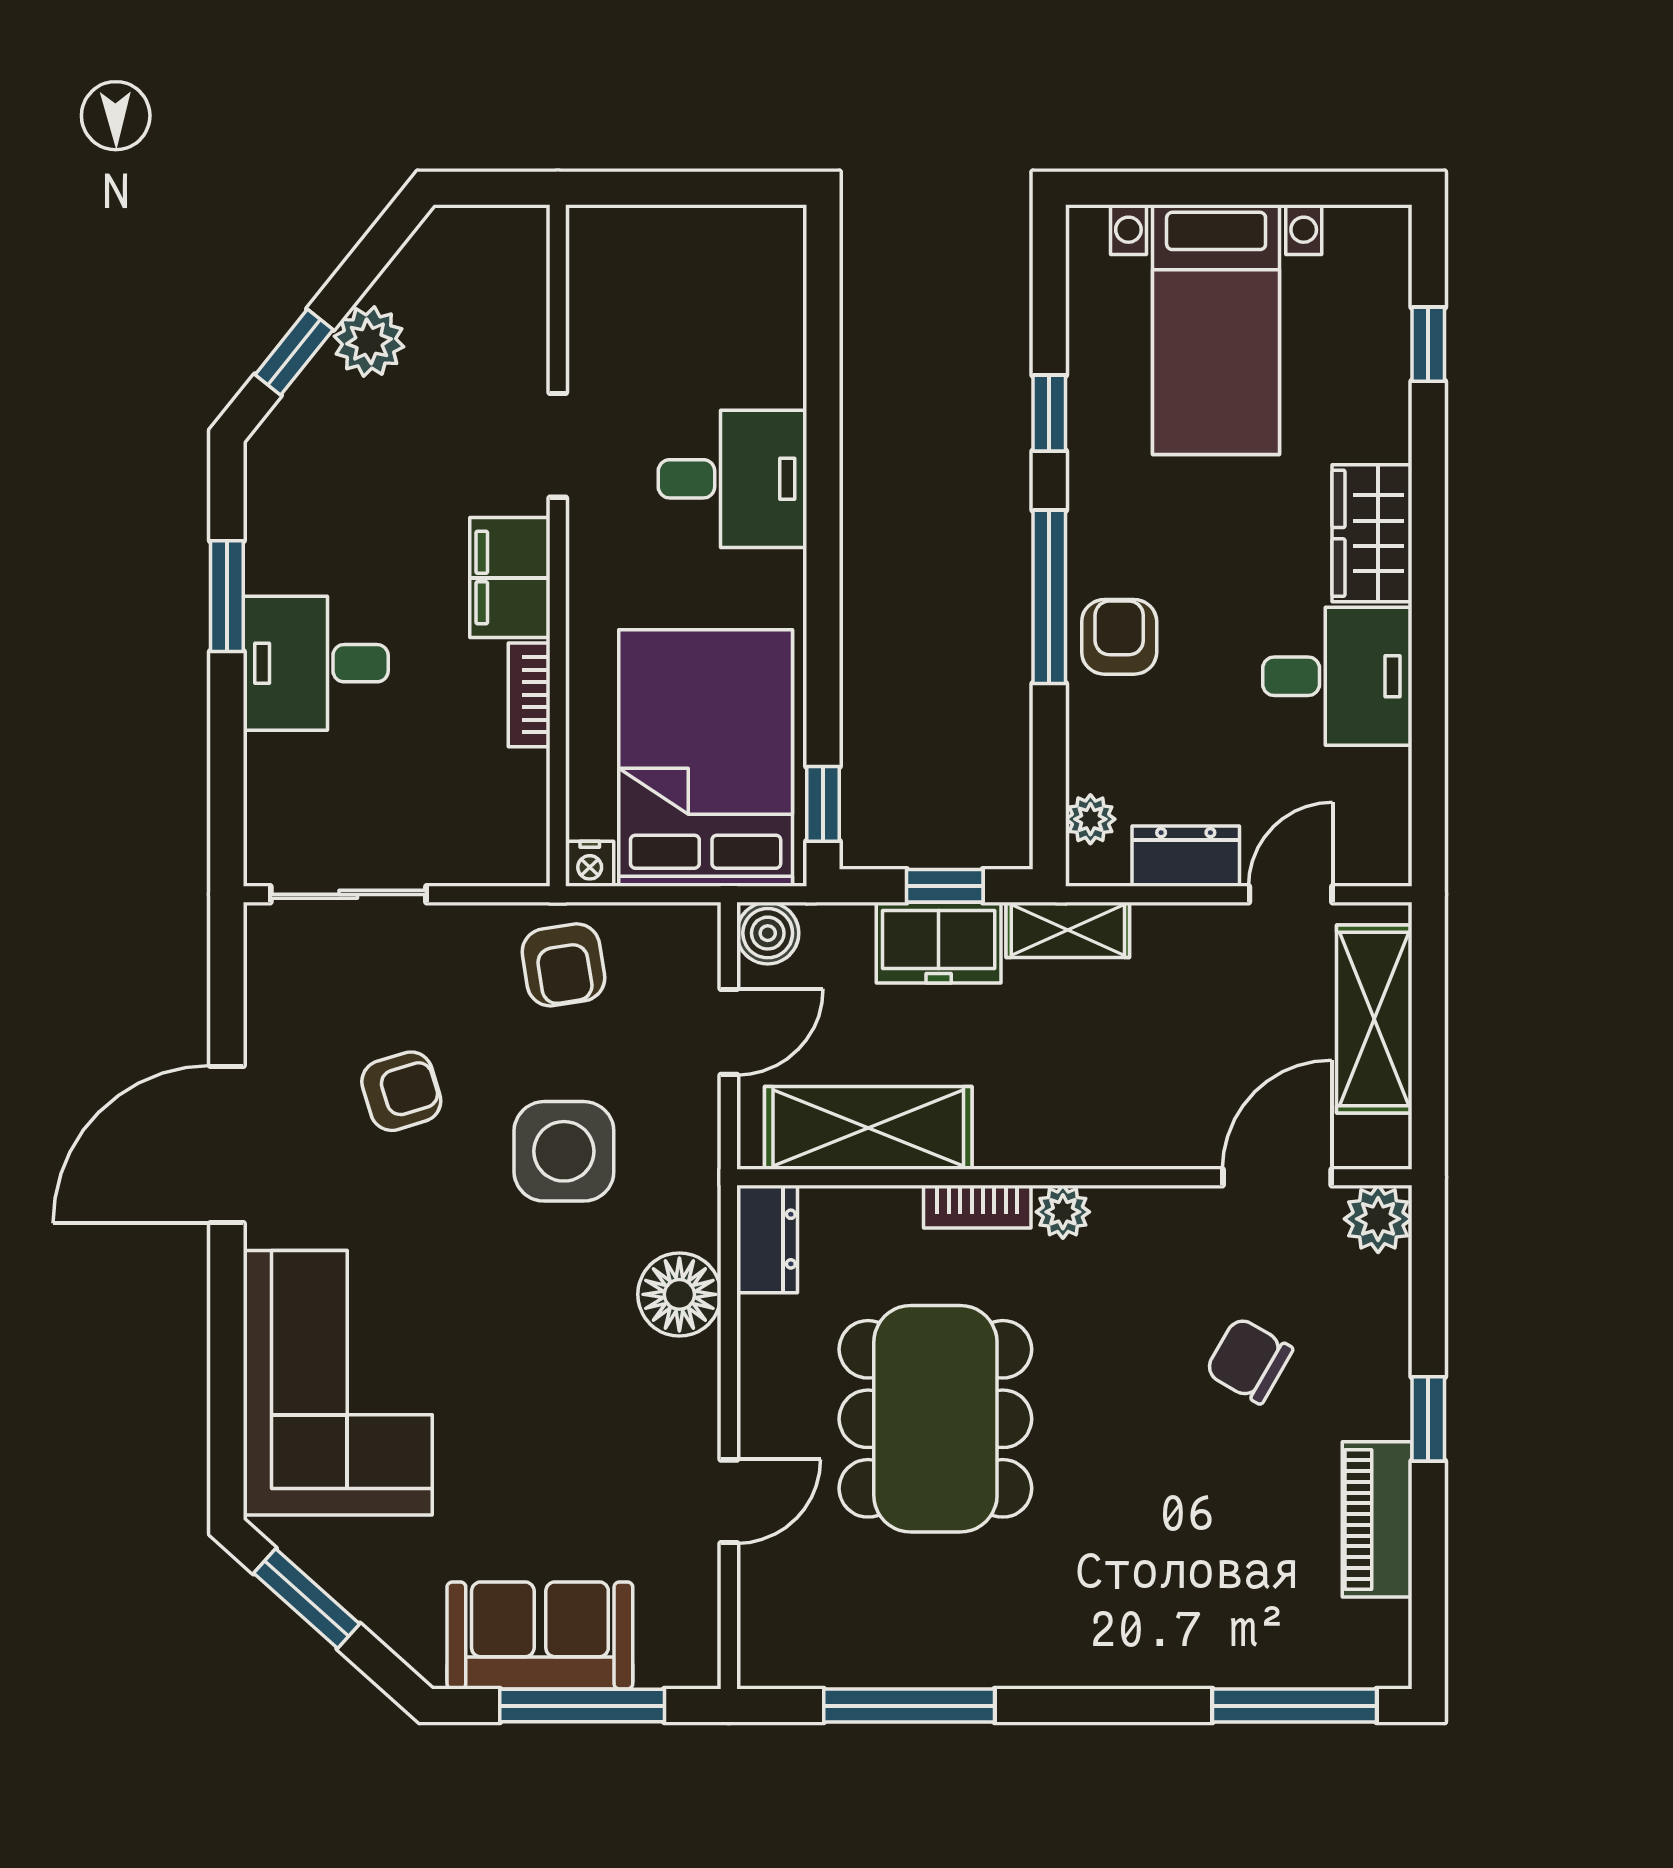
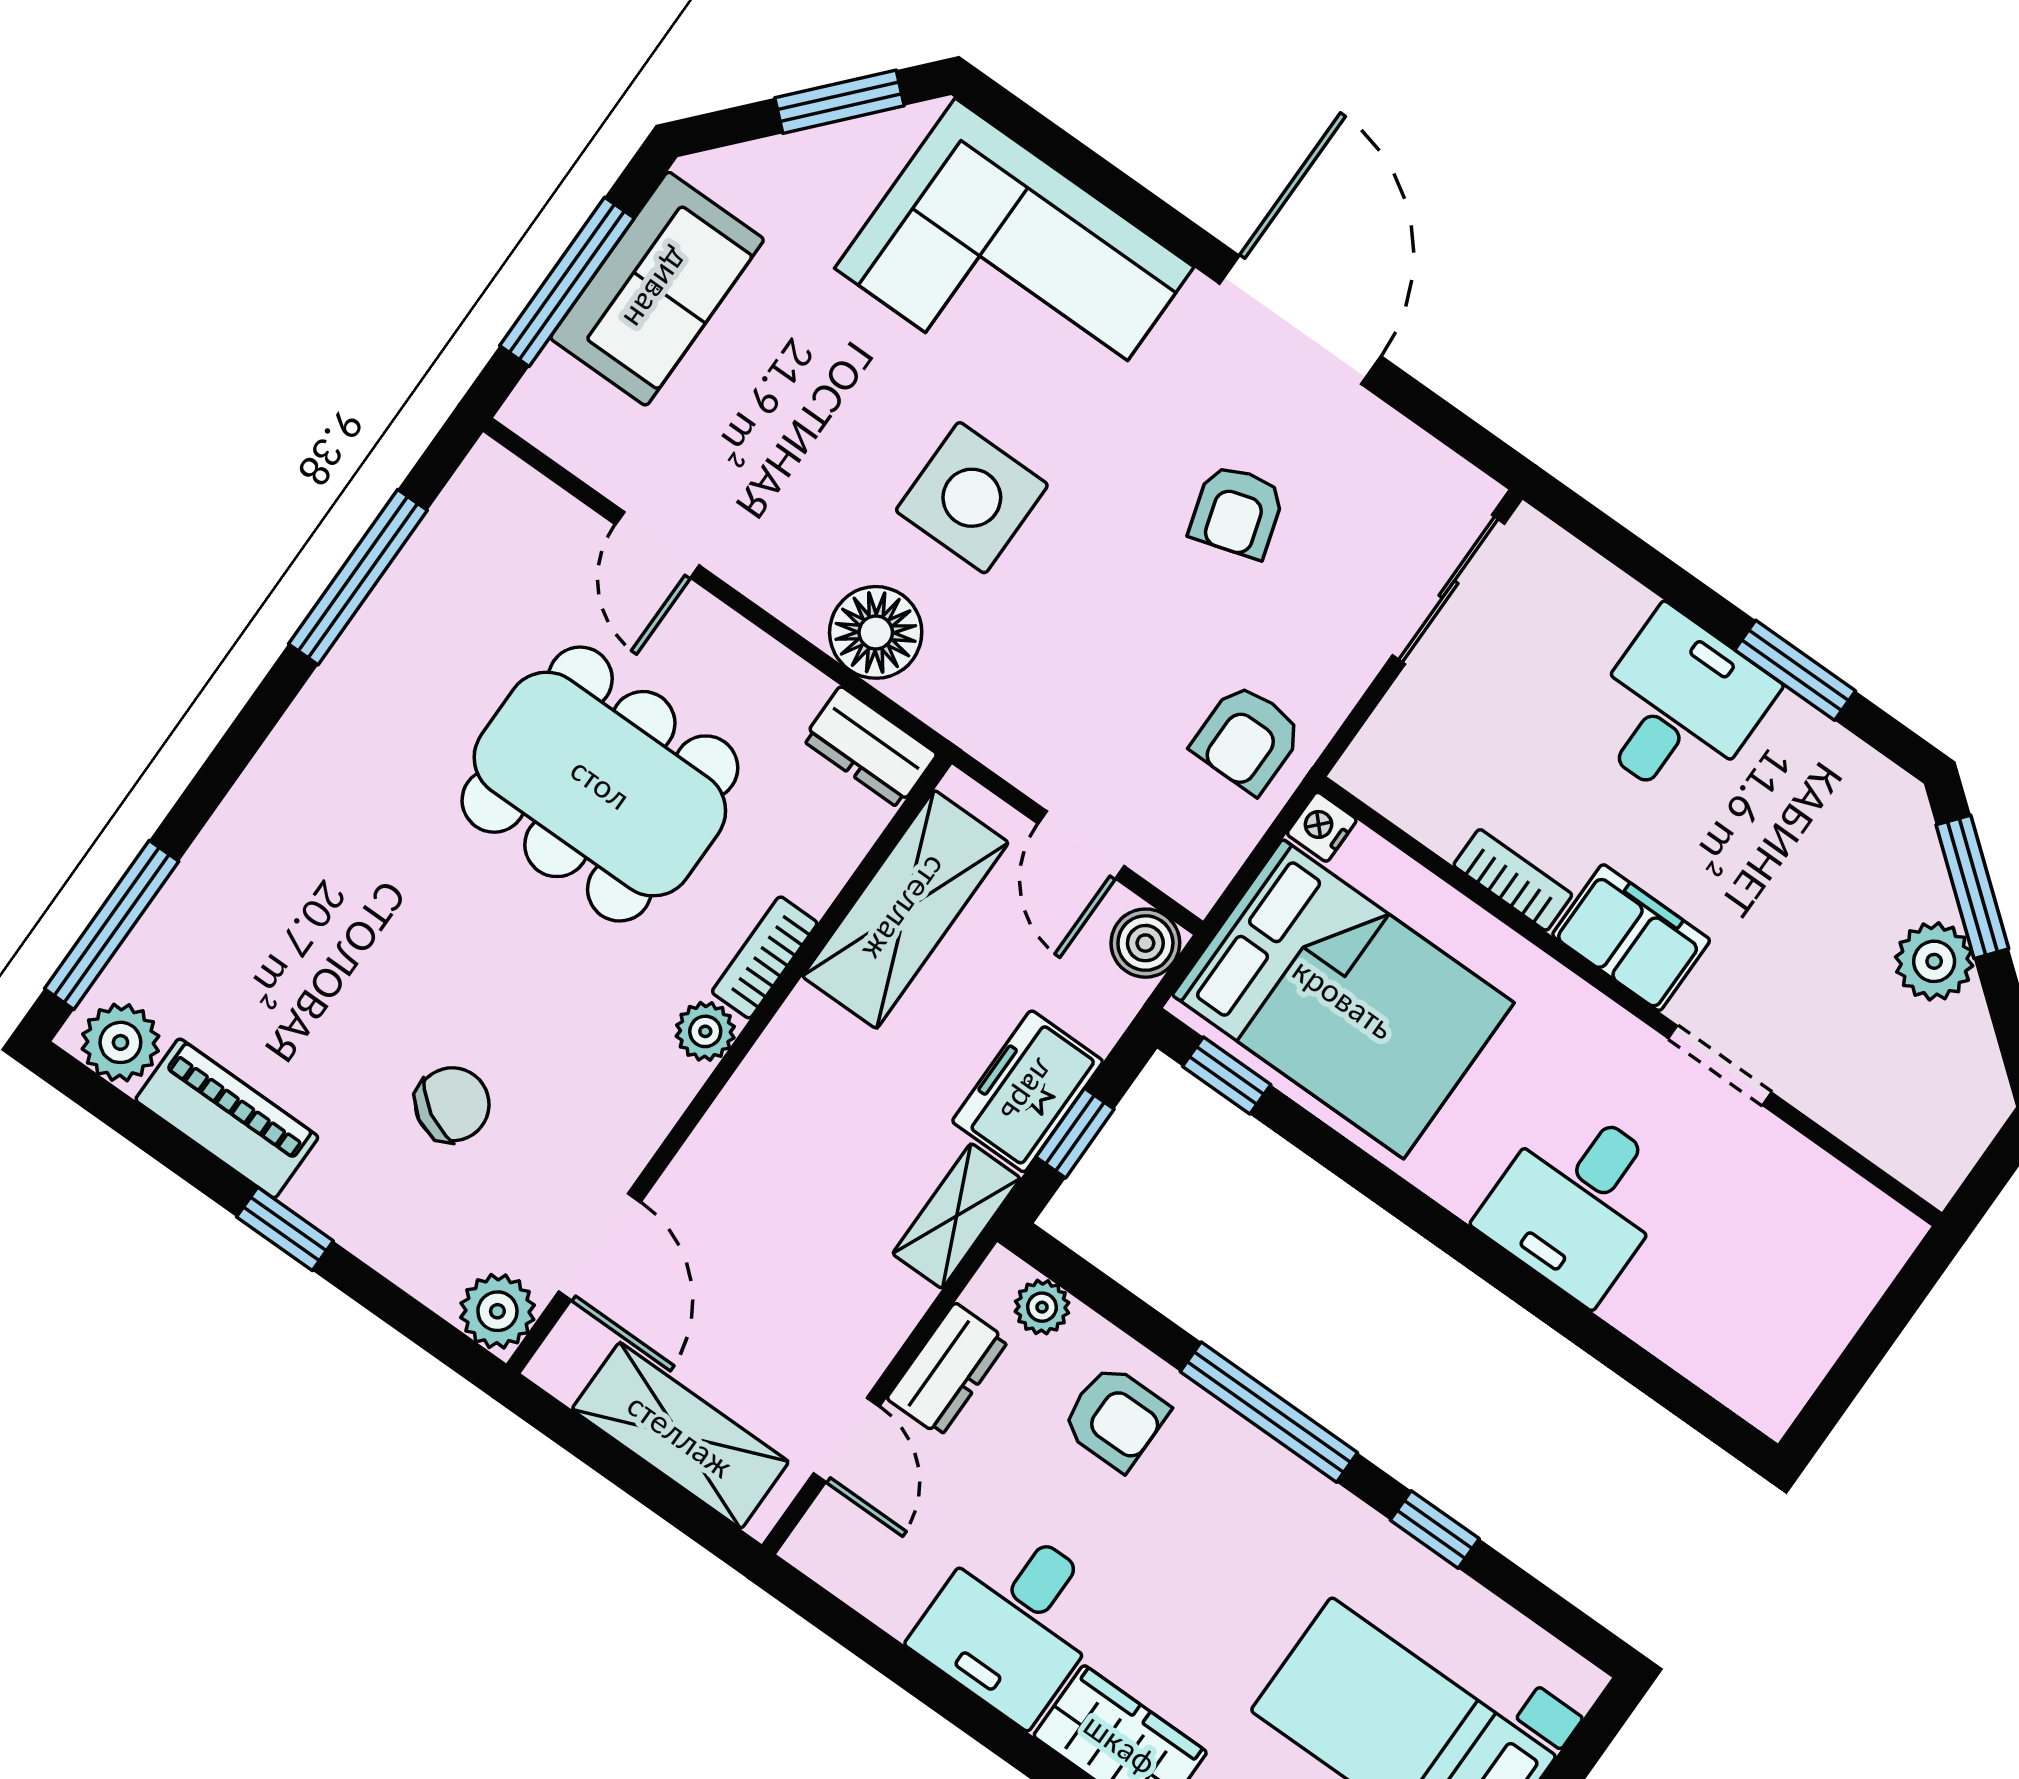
window: (294, 352) -> (1972, 887), width x1.50
armchair: (1119, 637) -> (1115, 1418), moved
armchair: (563, 965) -> (1247, 738), turned -81
side table: (564, 1151) -> (972, 498), moved
plant: (1377, 1638) -> (120, 1042), added

